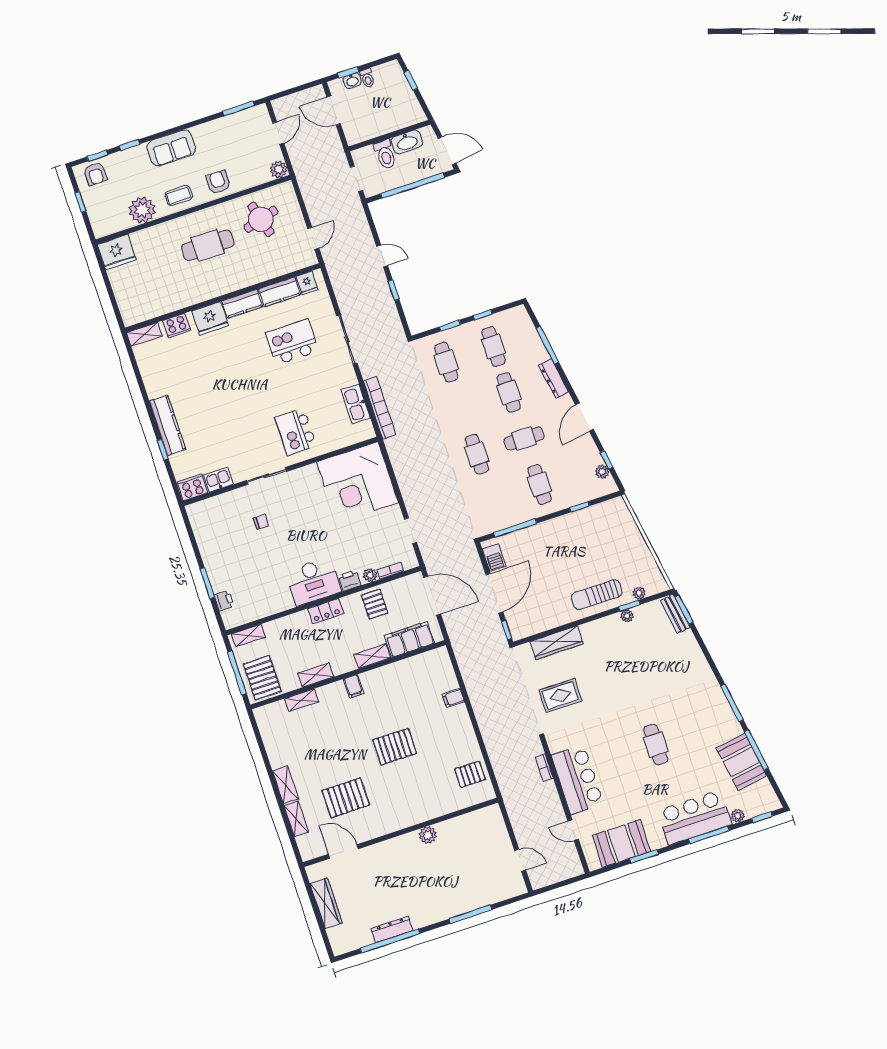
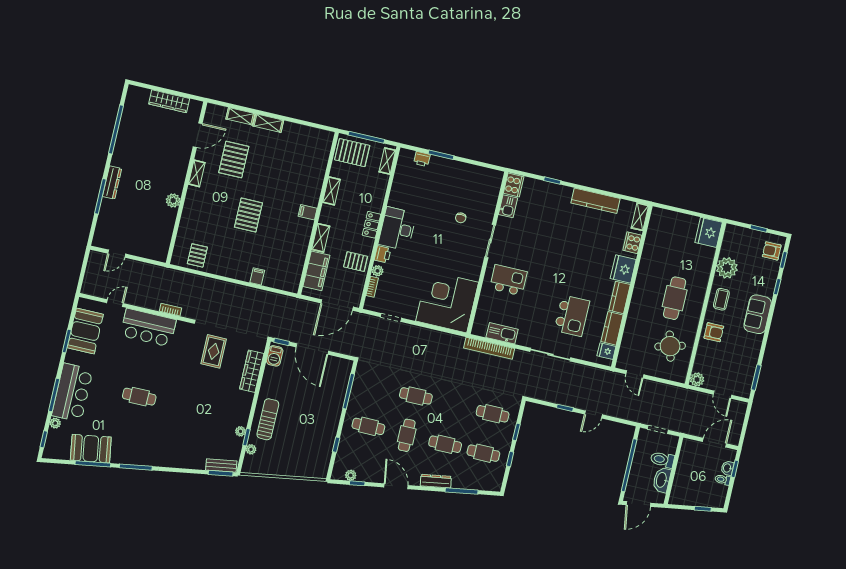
kitchen counter: (168, 425) -> (595, 201), moved
barbecue: (494, 558) -> (275, 356), moved, turned -90
shelving: (302, 700) -> (197, 173), moved
dresser: (392, 930) -> (112, 183), moved

